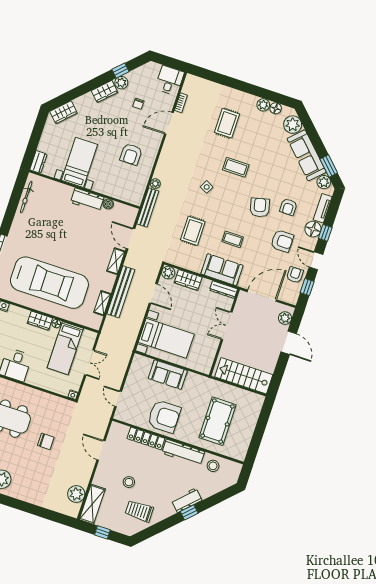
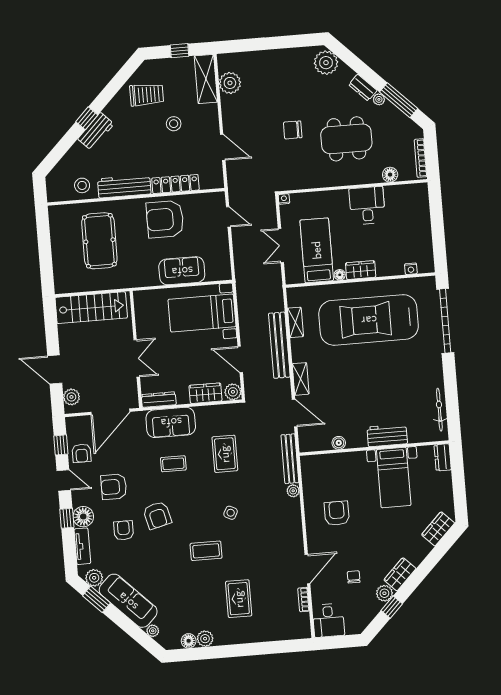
plant: (293, 125) -> (153, 631), width x0.53, depth x0.53
workbench: (87, 200) -> (387, 435), moved

